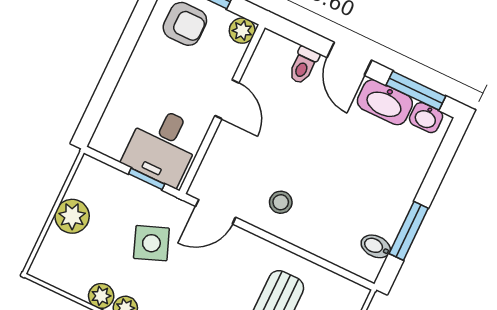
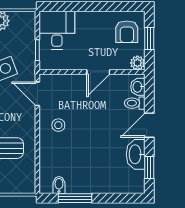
window: (416, 91) -> (149, 167), width x0.67
washbasin: (426, 118) -> (138, 87), moved
desk: (162, 146) -> (57, 30), moved, turned 90

